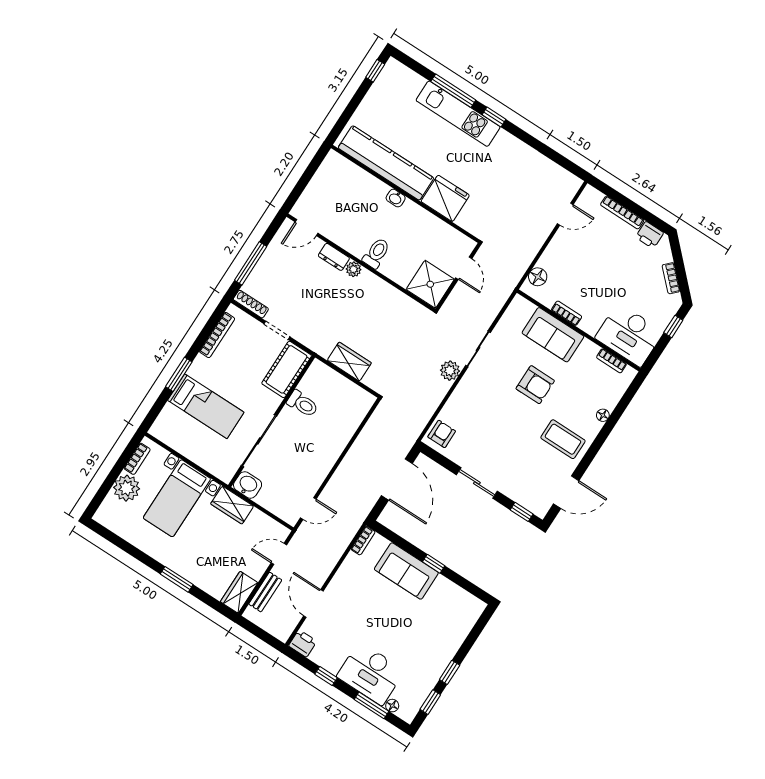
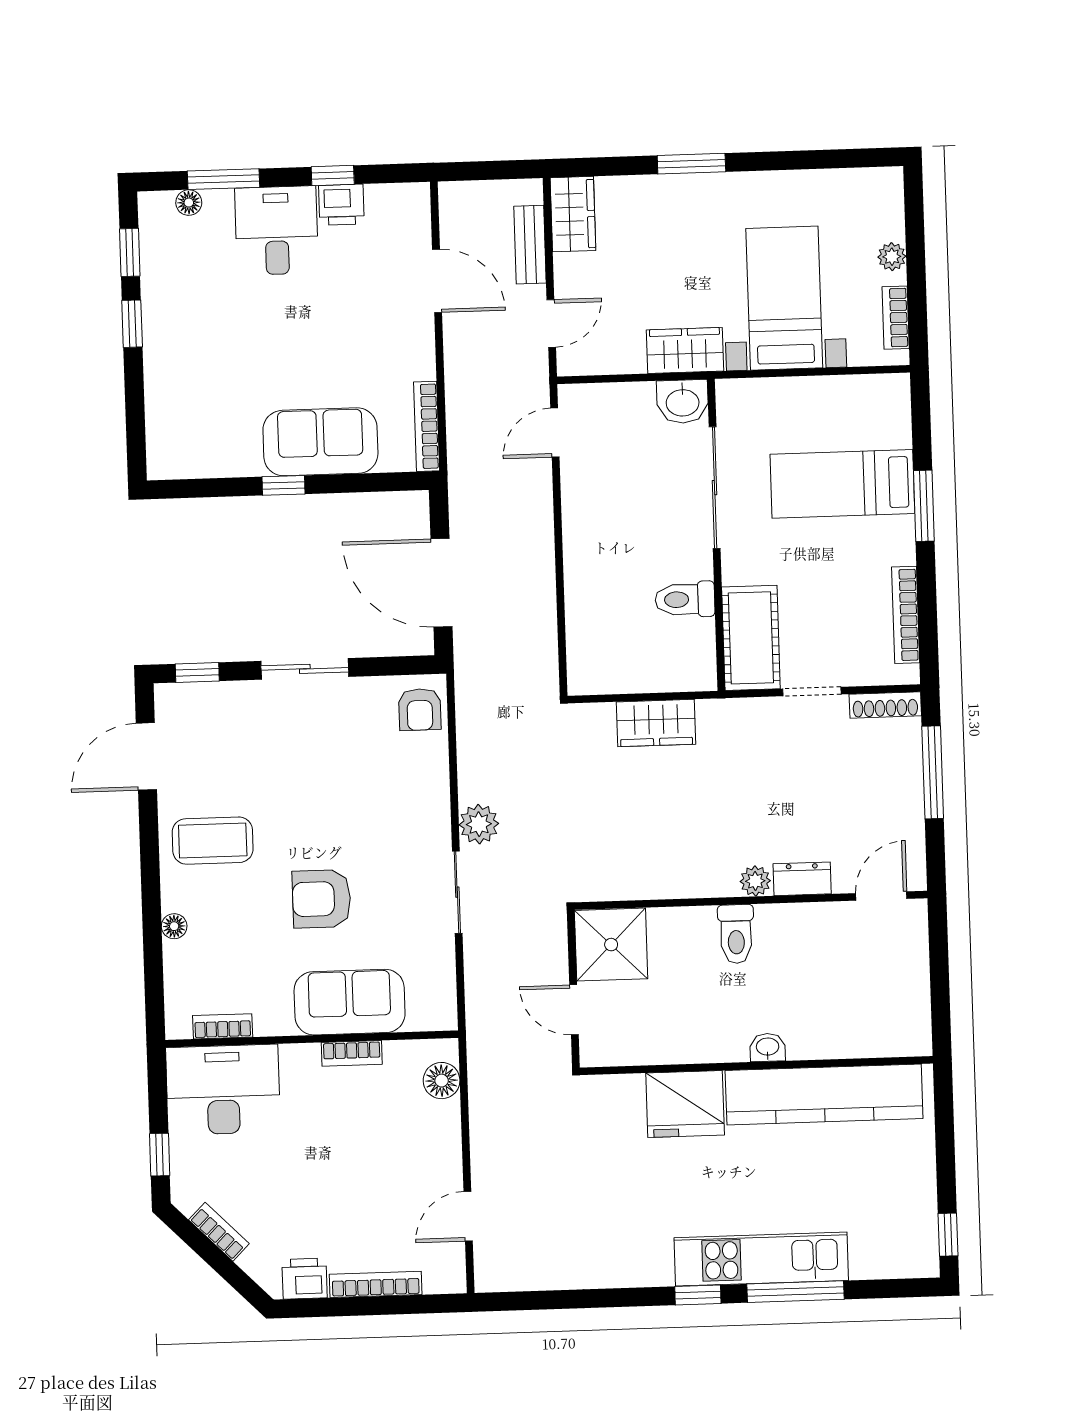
plant: (127, 488) -> (892, 257), width x0.53, depth x0.53
bookcase: (363, 541) -> (427, 426), width x1.56
printer: (303, 643) -> (341, 205), moved
desk: (371, 673) -> (277, 231), width x0.73

